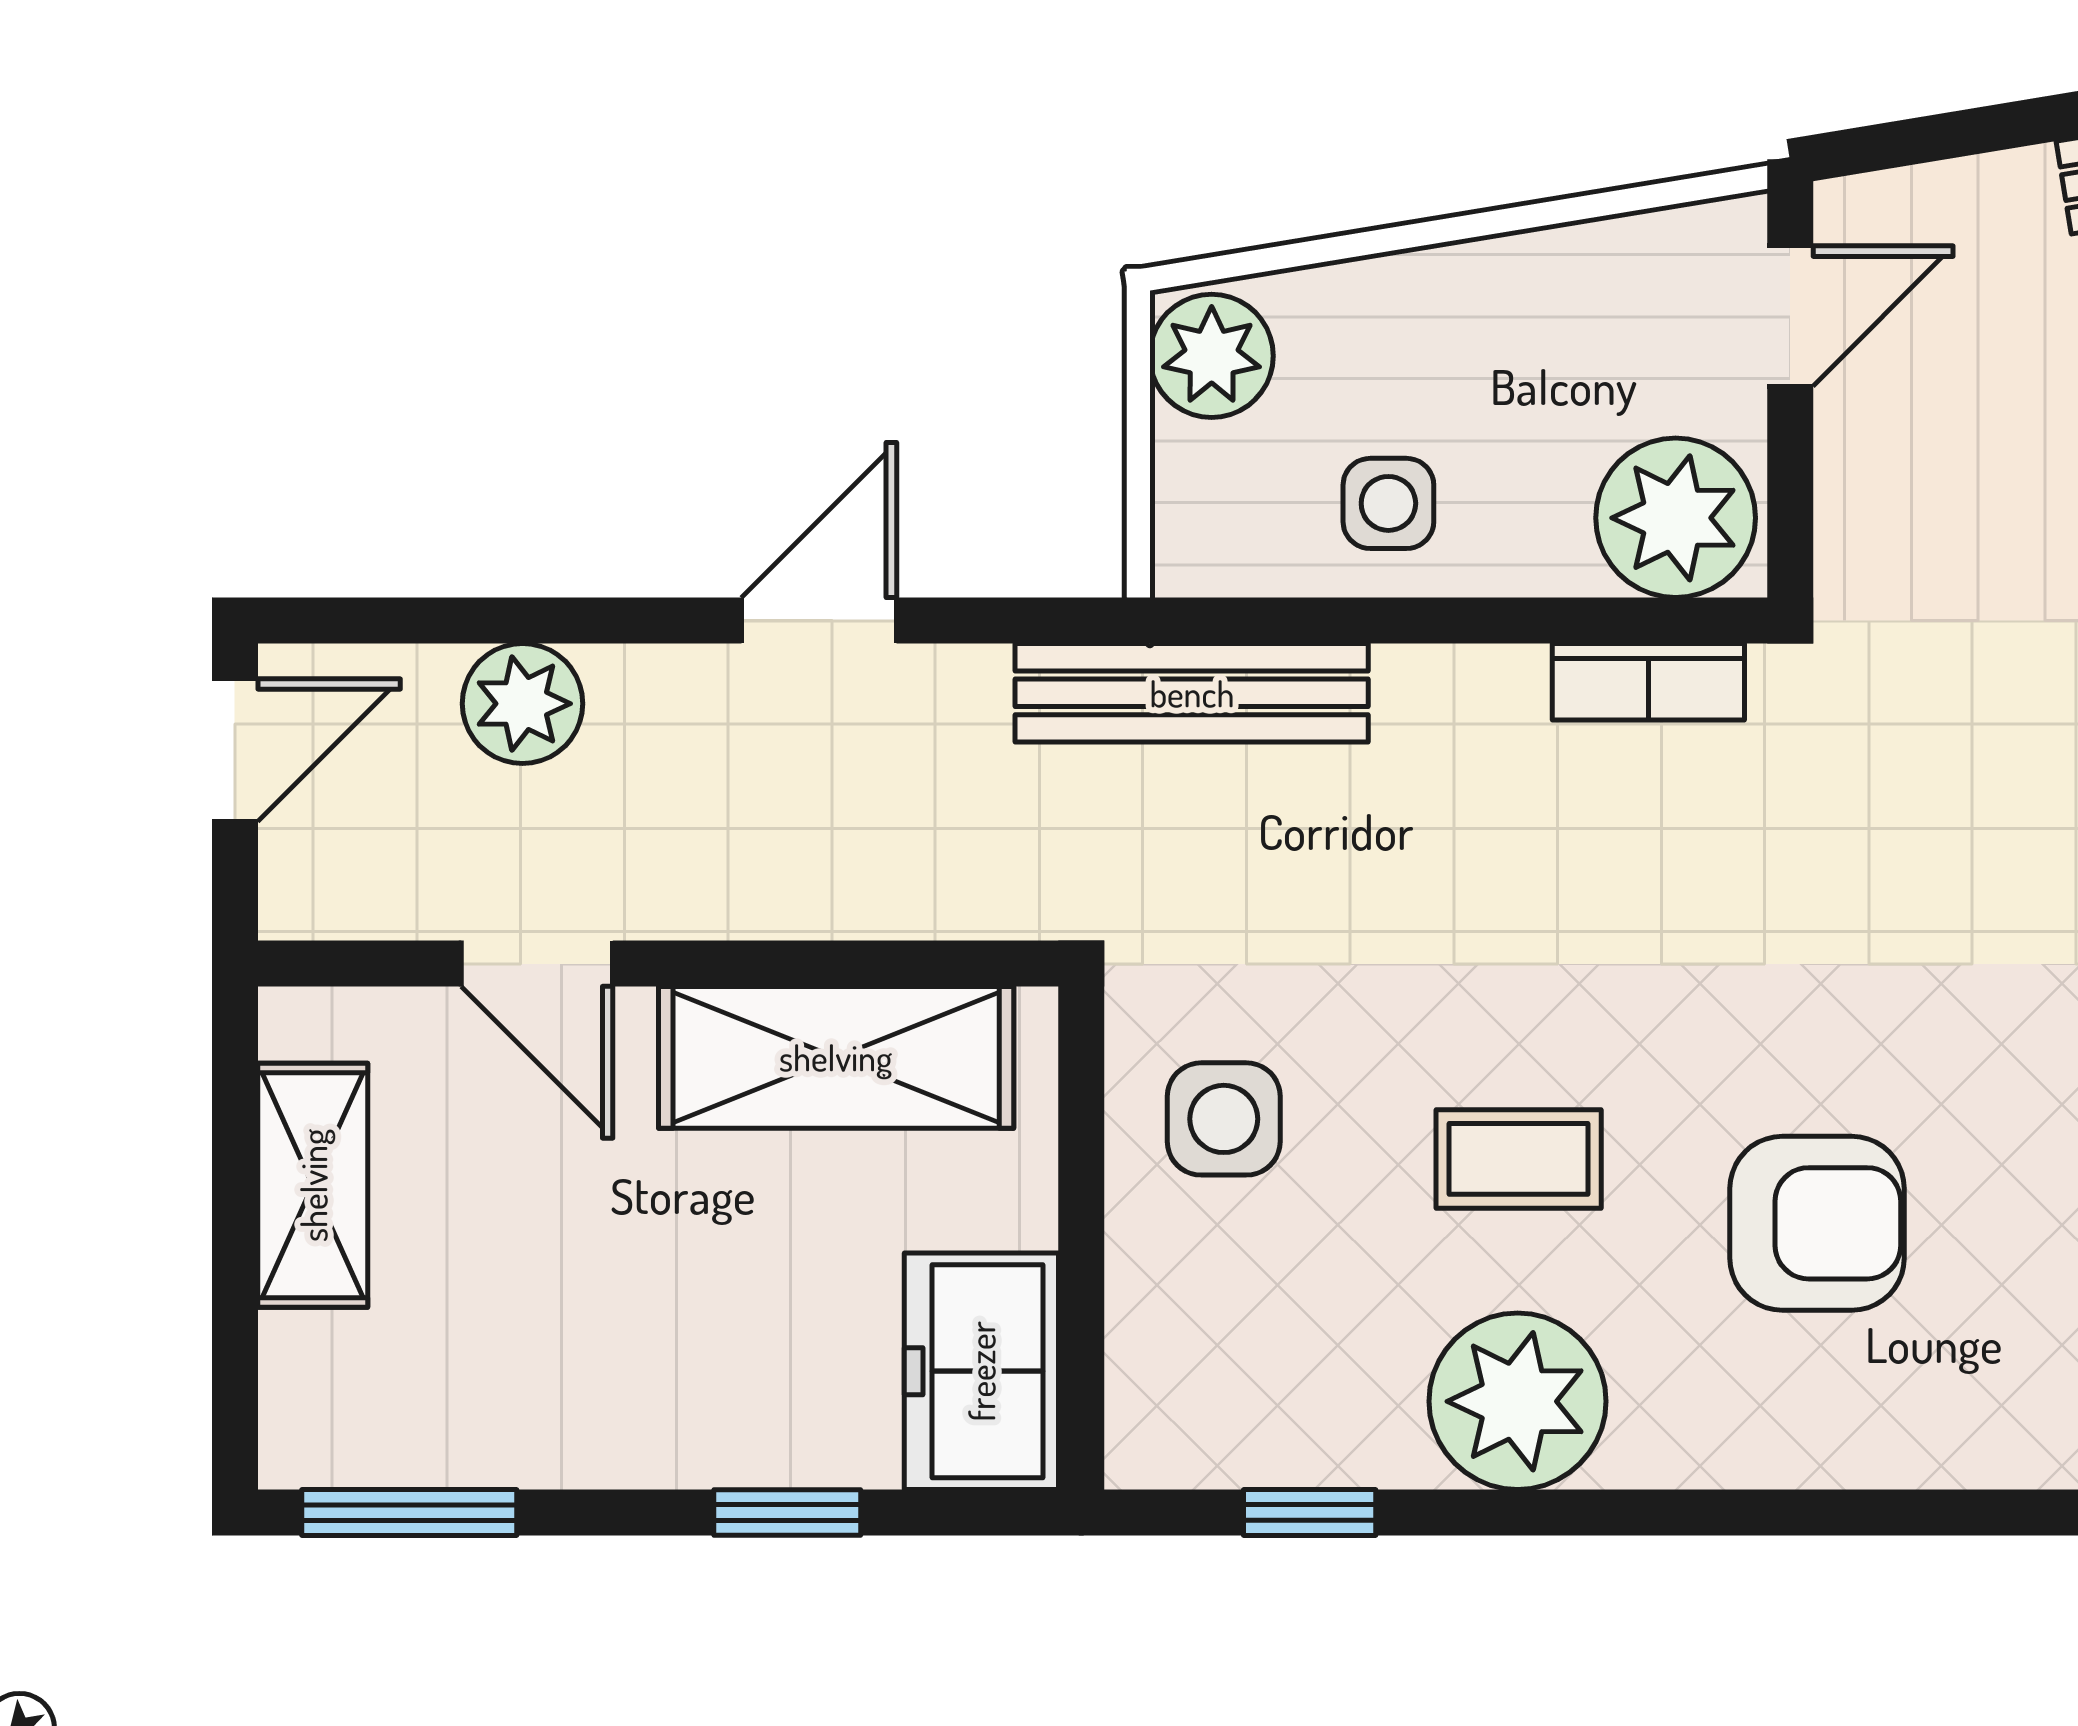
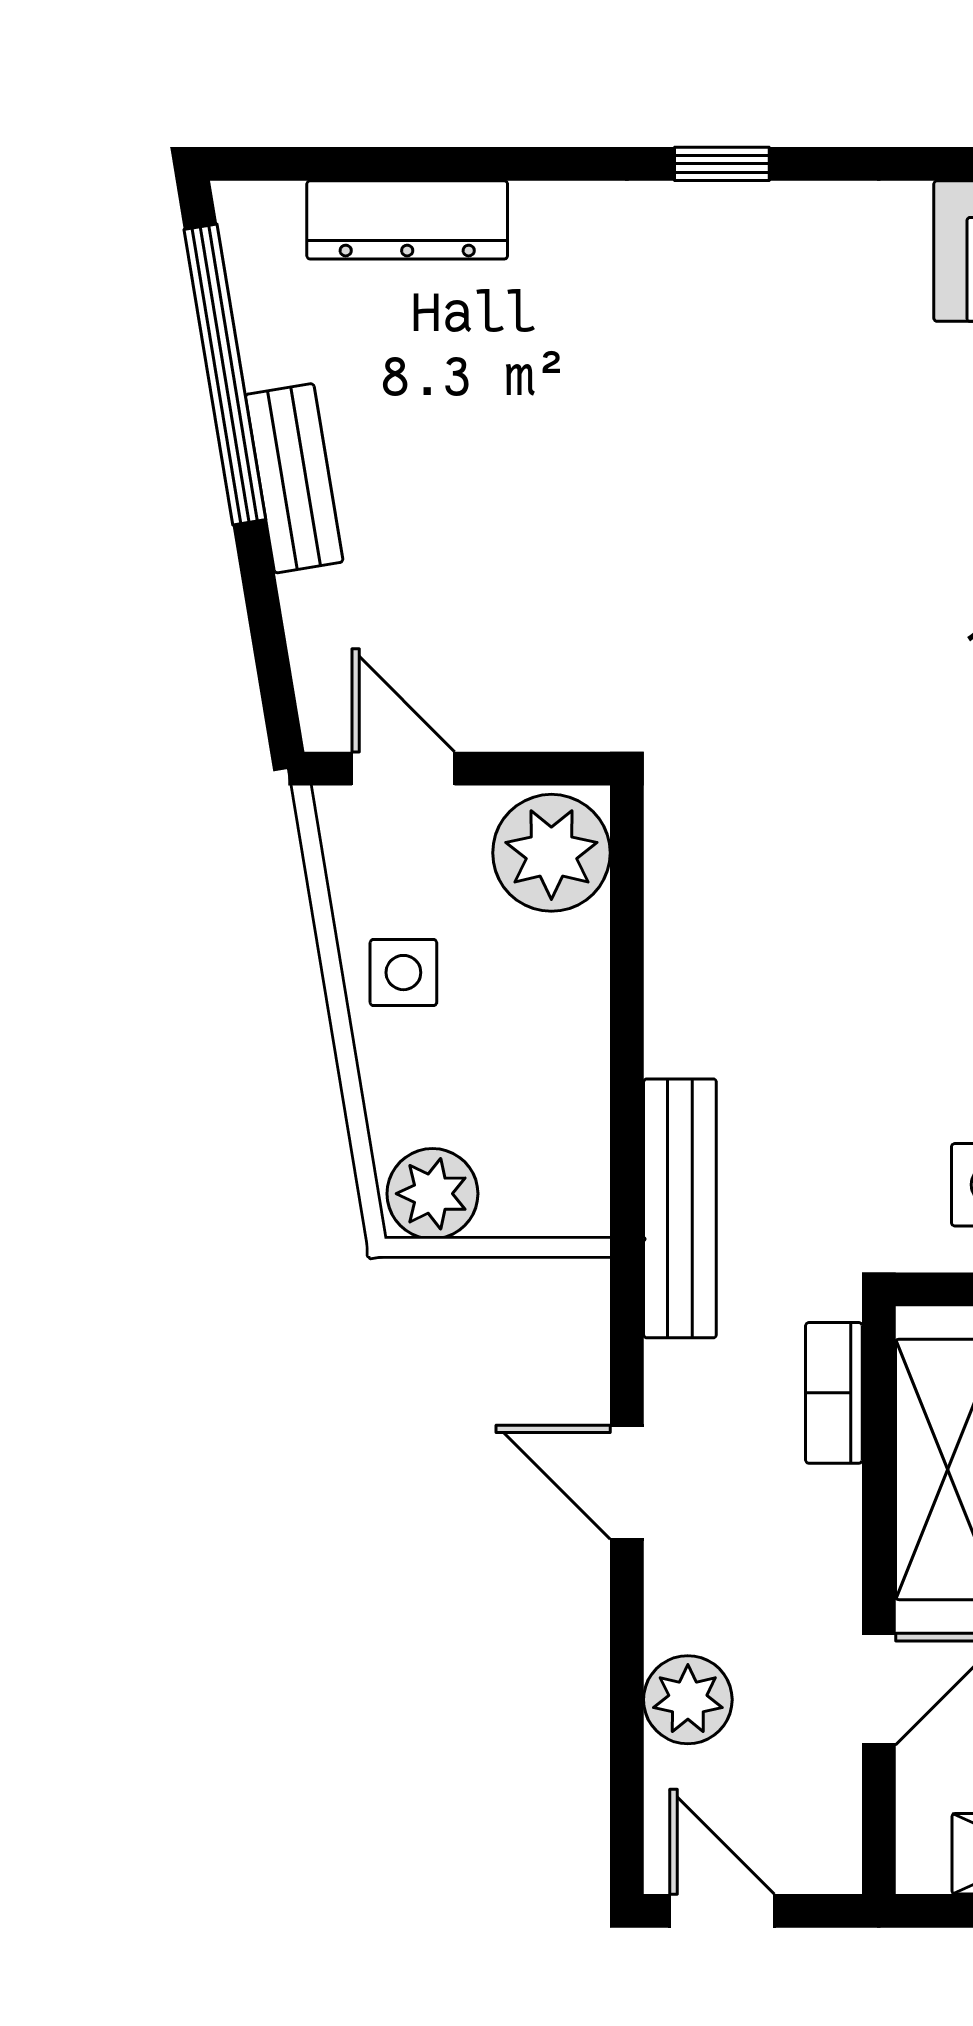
side table: (1388, 503) -> (403, 973), moved
bookcase: (1648, 682) -> (834, 1393), moved, turned 180

